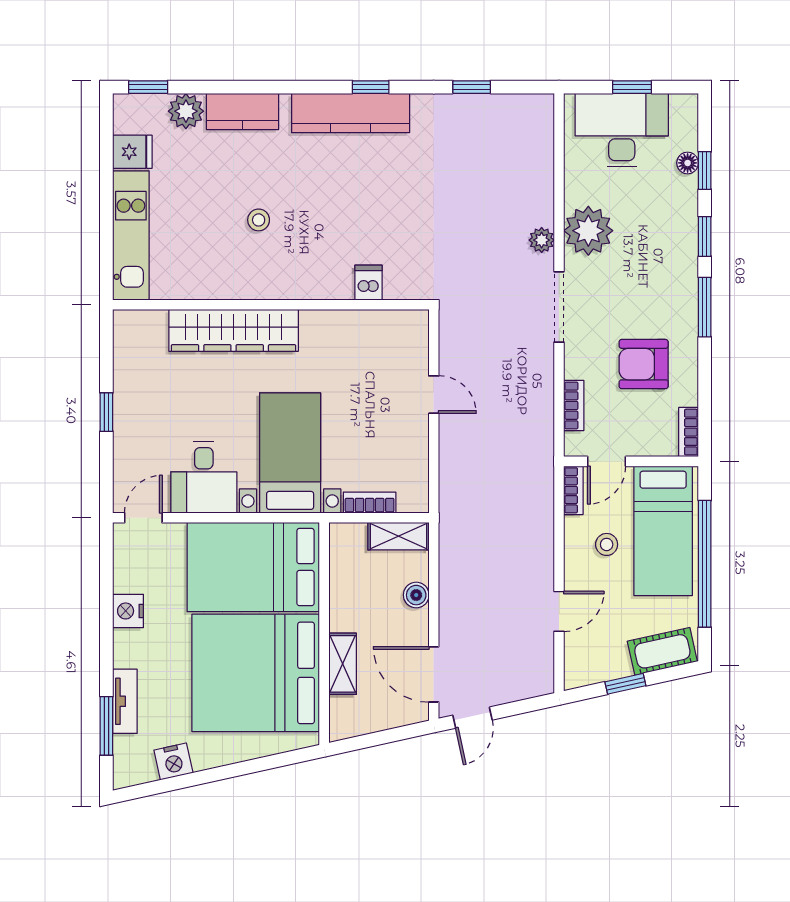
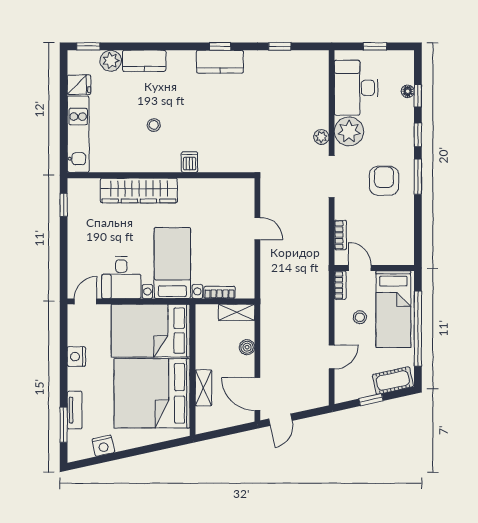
kitchen counter: (351, 113) -> (220, 62), width x0.67
desk: (622, 130) -> (356, 88), moved, turned -90
dishwasher: (368, 283) -> (190, 162), moved
armchair: (644, 364) -> (384, 181), moved, turned 90
window: (106, 412) -> (64, 205), moved
bookcase: (689, 432) -> (408, 251), removed
door: (607, 461) -> (360, 268), swing flipped

